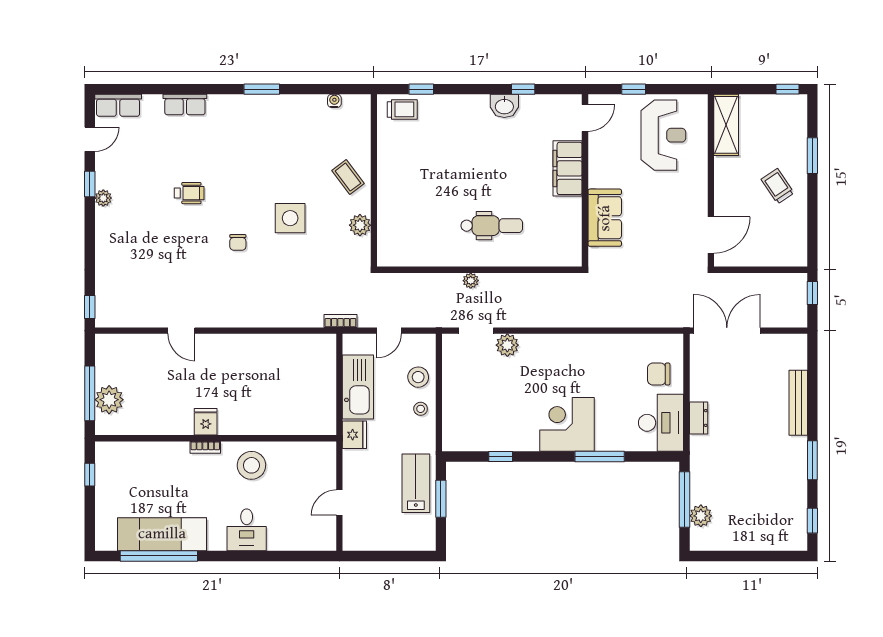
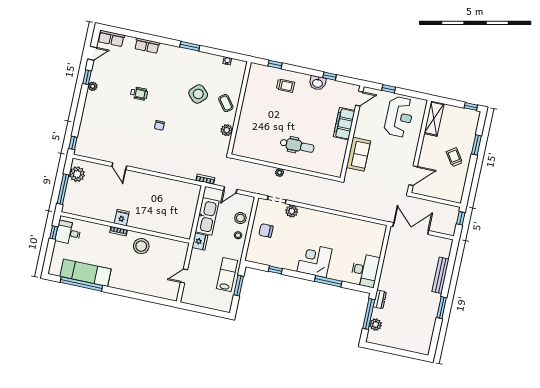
trolley: (402, 109) -> (286, 86), moved
side table: (290, 218) -> (198, 94), moved, turned 45
chair: (659, 374) -> (266, 231), moved
plant: (109, 400) -> (77, 174), moved
dresser: (699, 418) -> (380, 299), moved
window: (812, 521) -> (435, 340), removed
desk: (247, 530) -> (68, 233), moved, turned 90

